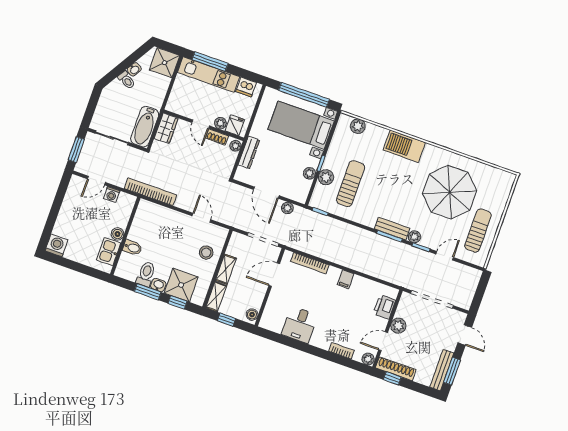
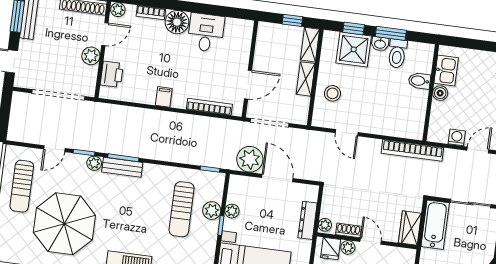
plant: (287, 208) -> (250, 159), width x1.88, depth x1.88
boiler: (252, 315) -> (264, 33), removed
floor lamp: (322, 338) -> (177, 22), added

